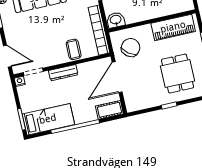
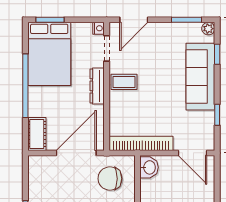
chair: (131, 48) -> (110, 179), turned 143
coffee table: (74, 49) -> (124, 82), moved
door: (117, 77) -> (76, 153), hinge flipped
bed: (48, 119) -> (49, 54), width x1.50

